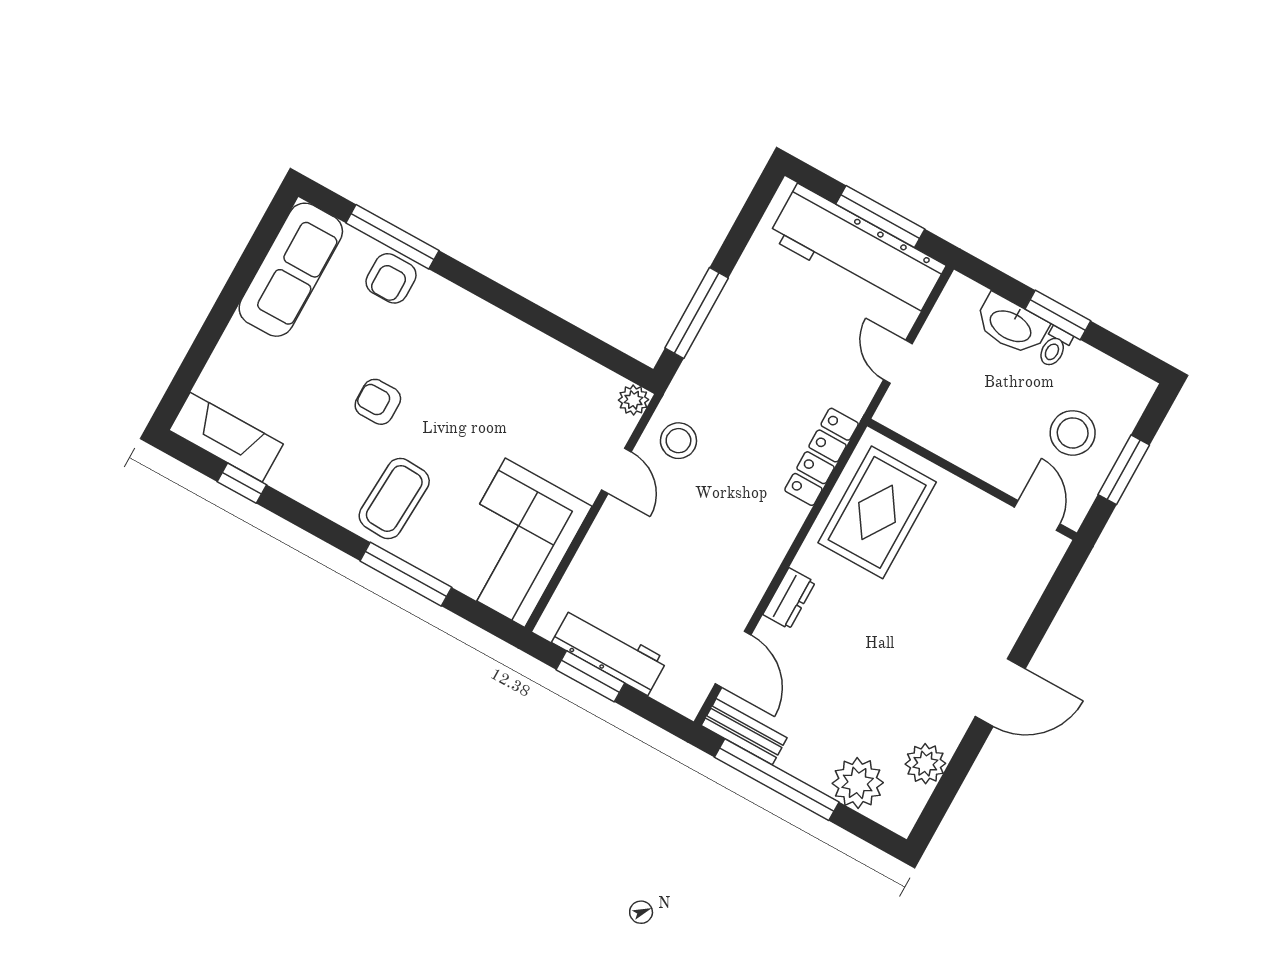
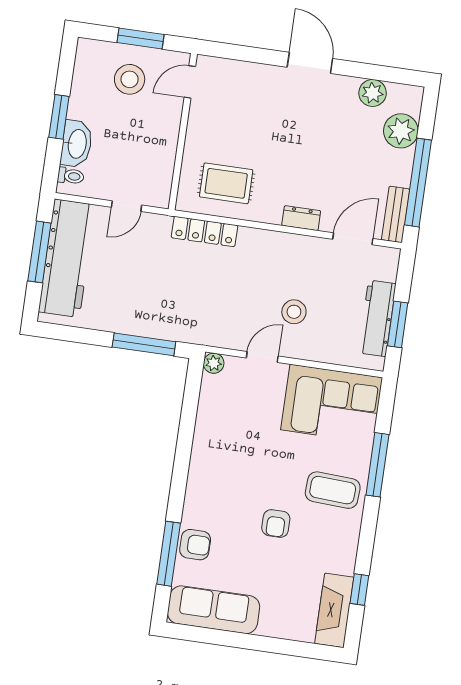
toilet: (1055, 347) -> (71, 176), moved
stool: (678, 441) -> (294, 312), moved
rug: (877, 512) -> (226, 183), width x0.73, depth x0.70

